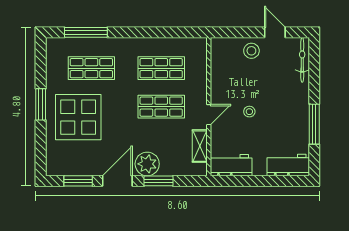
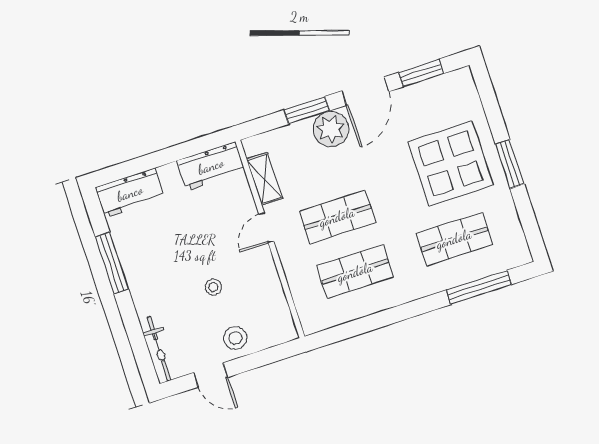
stool: (249, 112) -> (213, 287), moved

